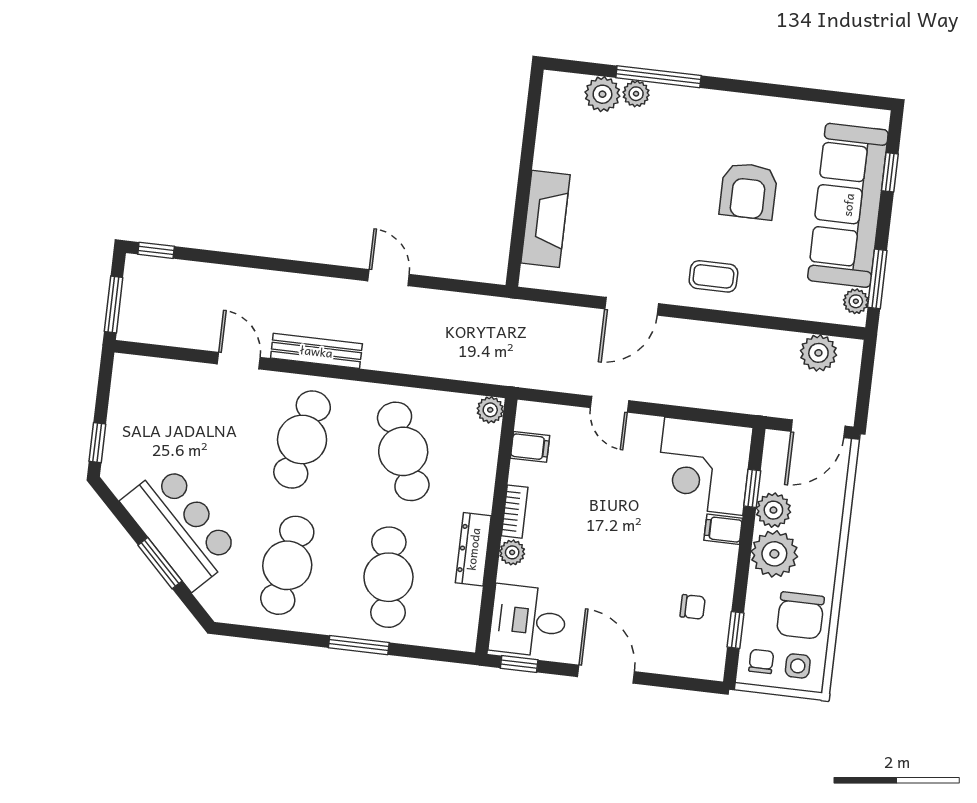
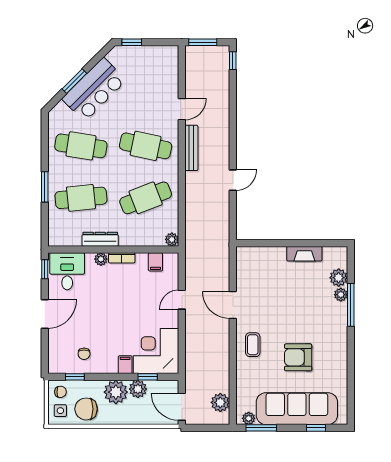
fireplace: (545, 219) -> (304, 254), moved, width x0.73, depth x0.76

